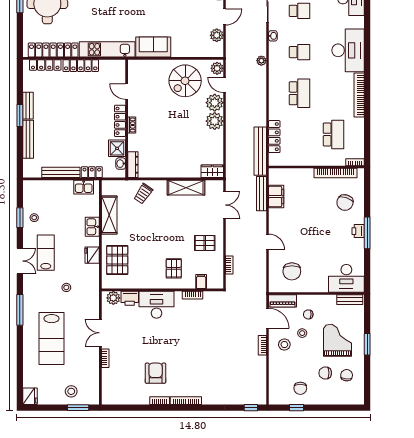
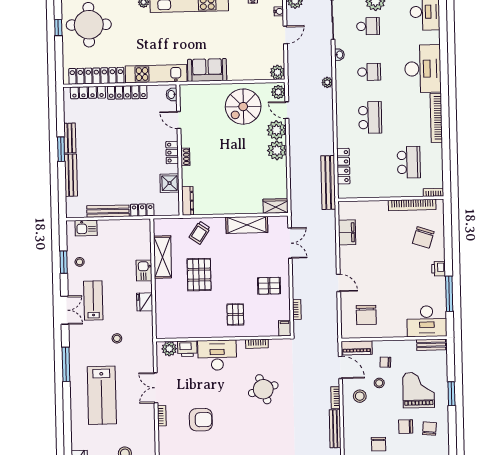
plant: (217, 35) -> (277, 72), moved
locker: (120, 121) -> (172, 153), width x0.66
washbasin: (121, 164) -> (172, 94), moved
kitchen sink: (84, 187) -> (86, 228), moved
bench: (261, 194) -> (335, 429), moved
window: (367, 233) -> (449, 294), moved
pallet: (117, 260) -> (199, 275), moved
filing cabinet: (201, 282) -> (285, 328), moved
round table: (197, 336) -> (263, 389), added
armchair: (156, 373) -> (201, 420), moved, turned 90

